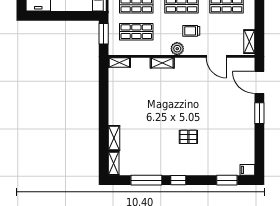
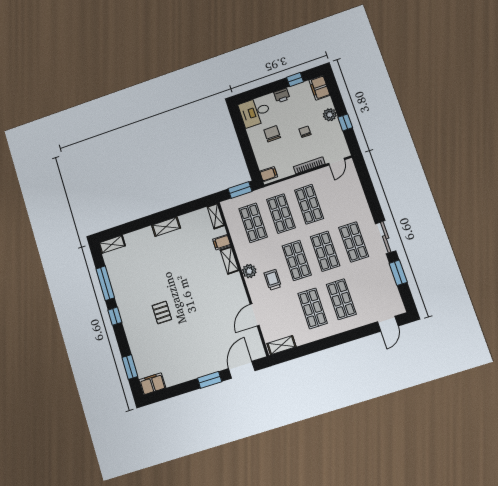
filing cabinet: (144, 65) -> (222, 242), added
shelving: (114, 138) -> (166, 227), moved
filing cabinet: (247, 170) -> (152, 384), width x2.00

